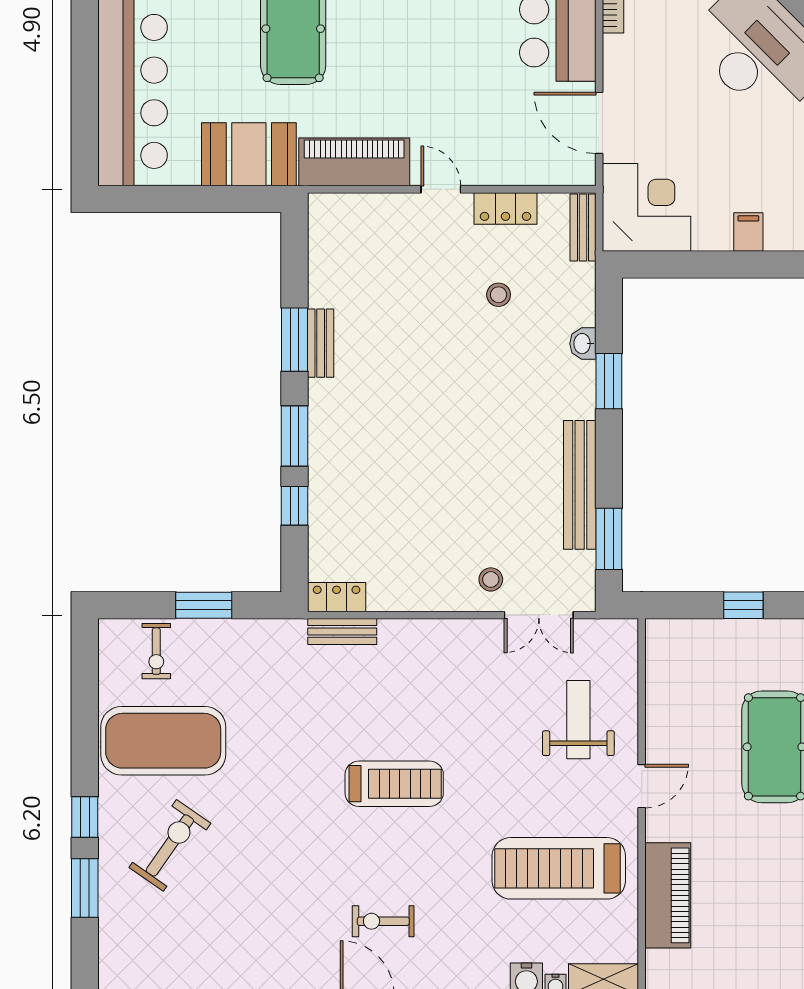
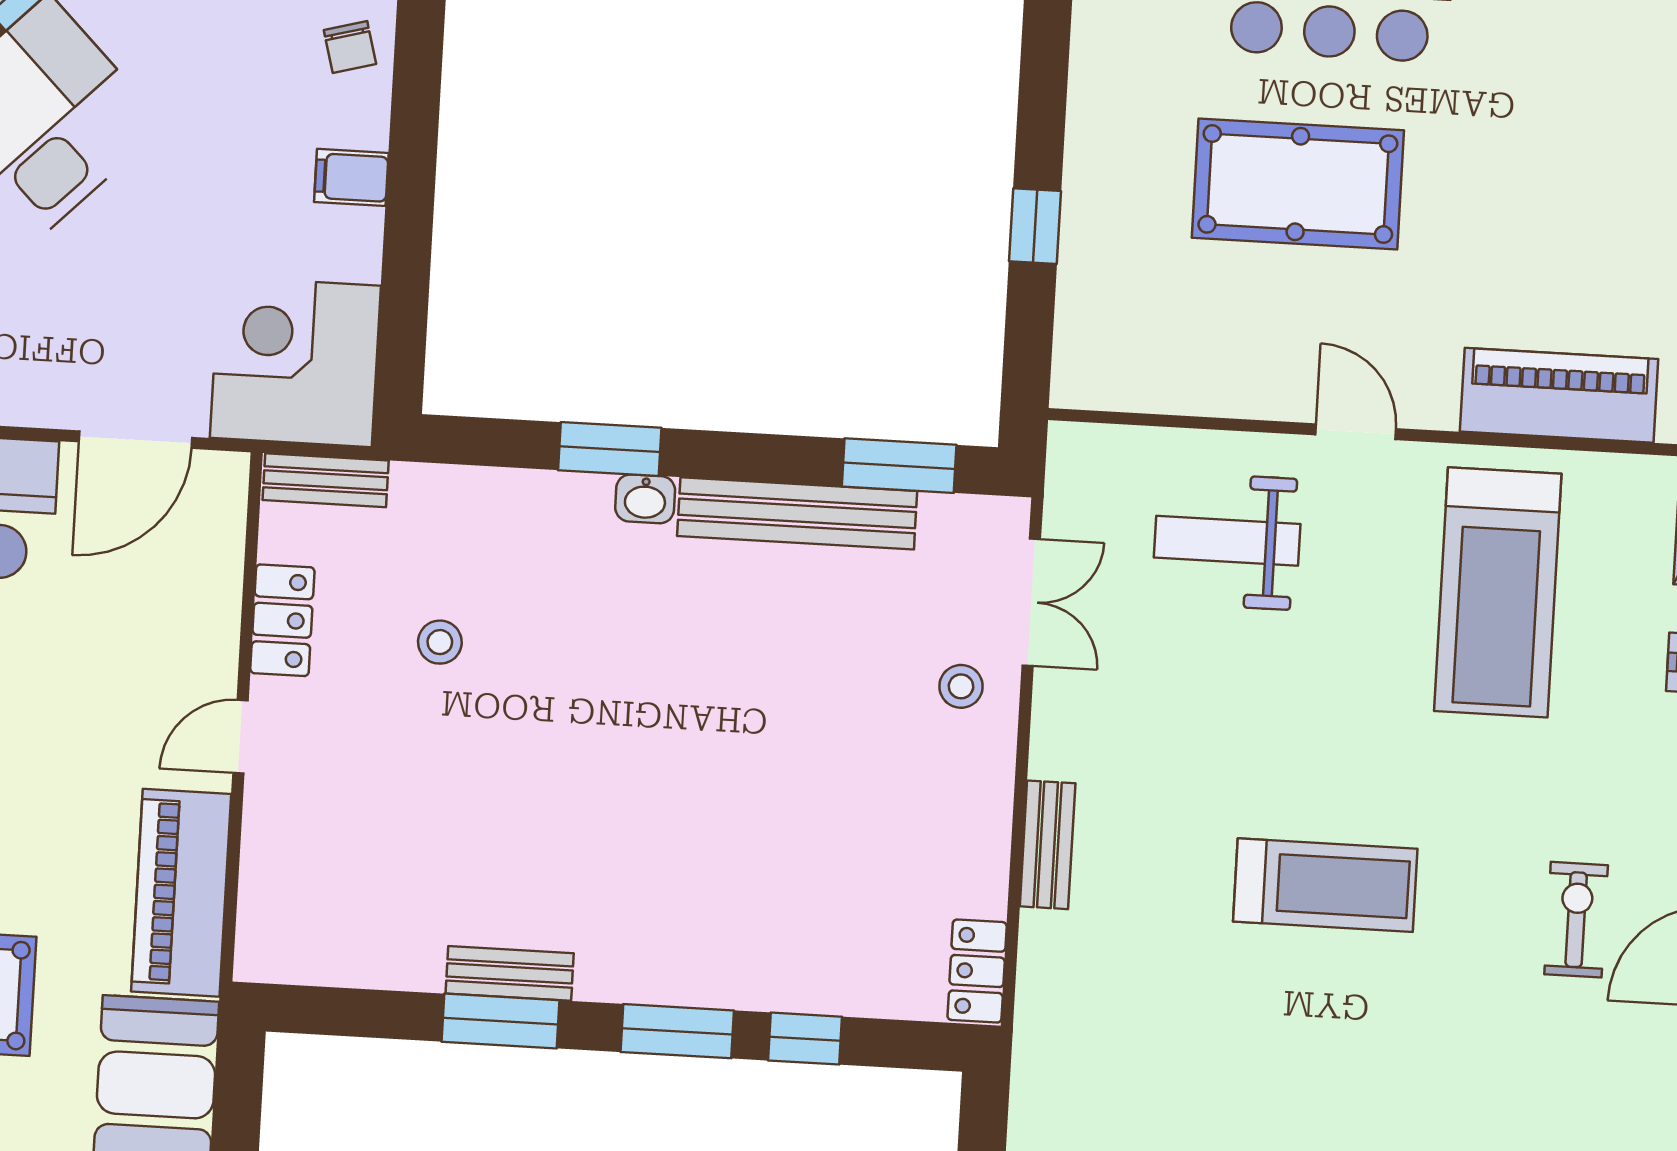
washbasin: (583, 344) -> (645, 499), moved
bench: (342, 631) -> (1048, 845), moved
treadmill: (394, 784) -> (1325, 885), turned 90
exercise bike: (383, 921) -> (1576, 920), turned 180

